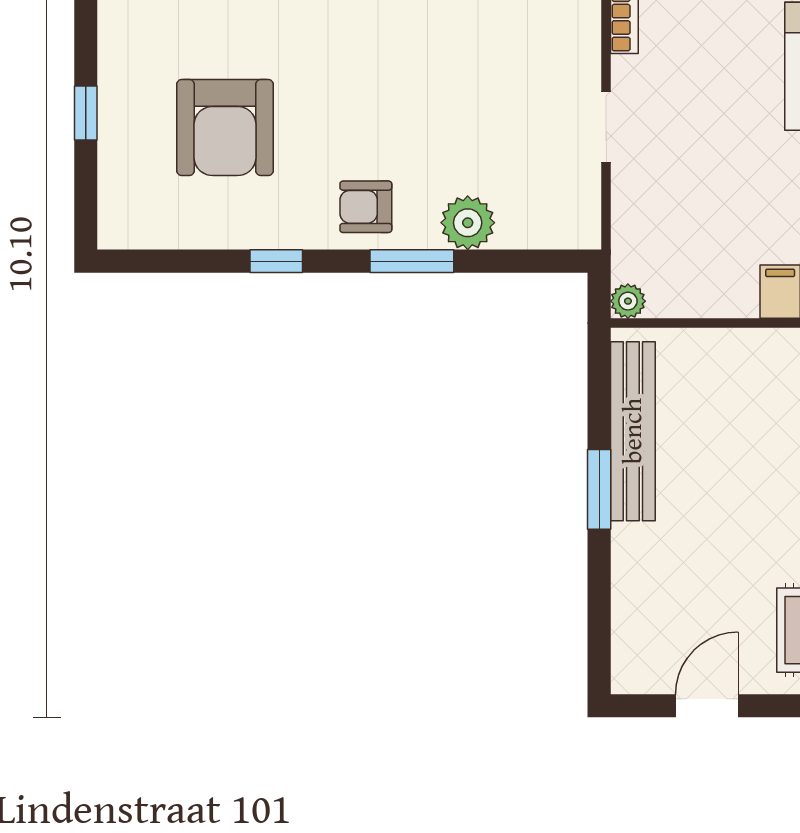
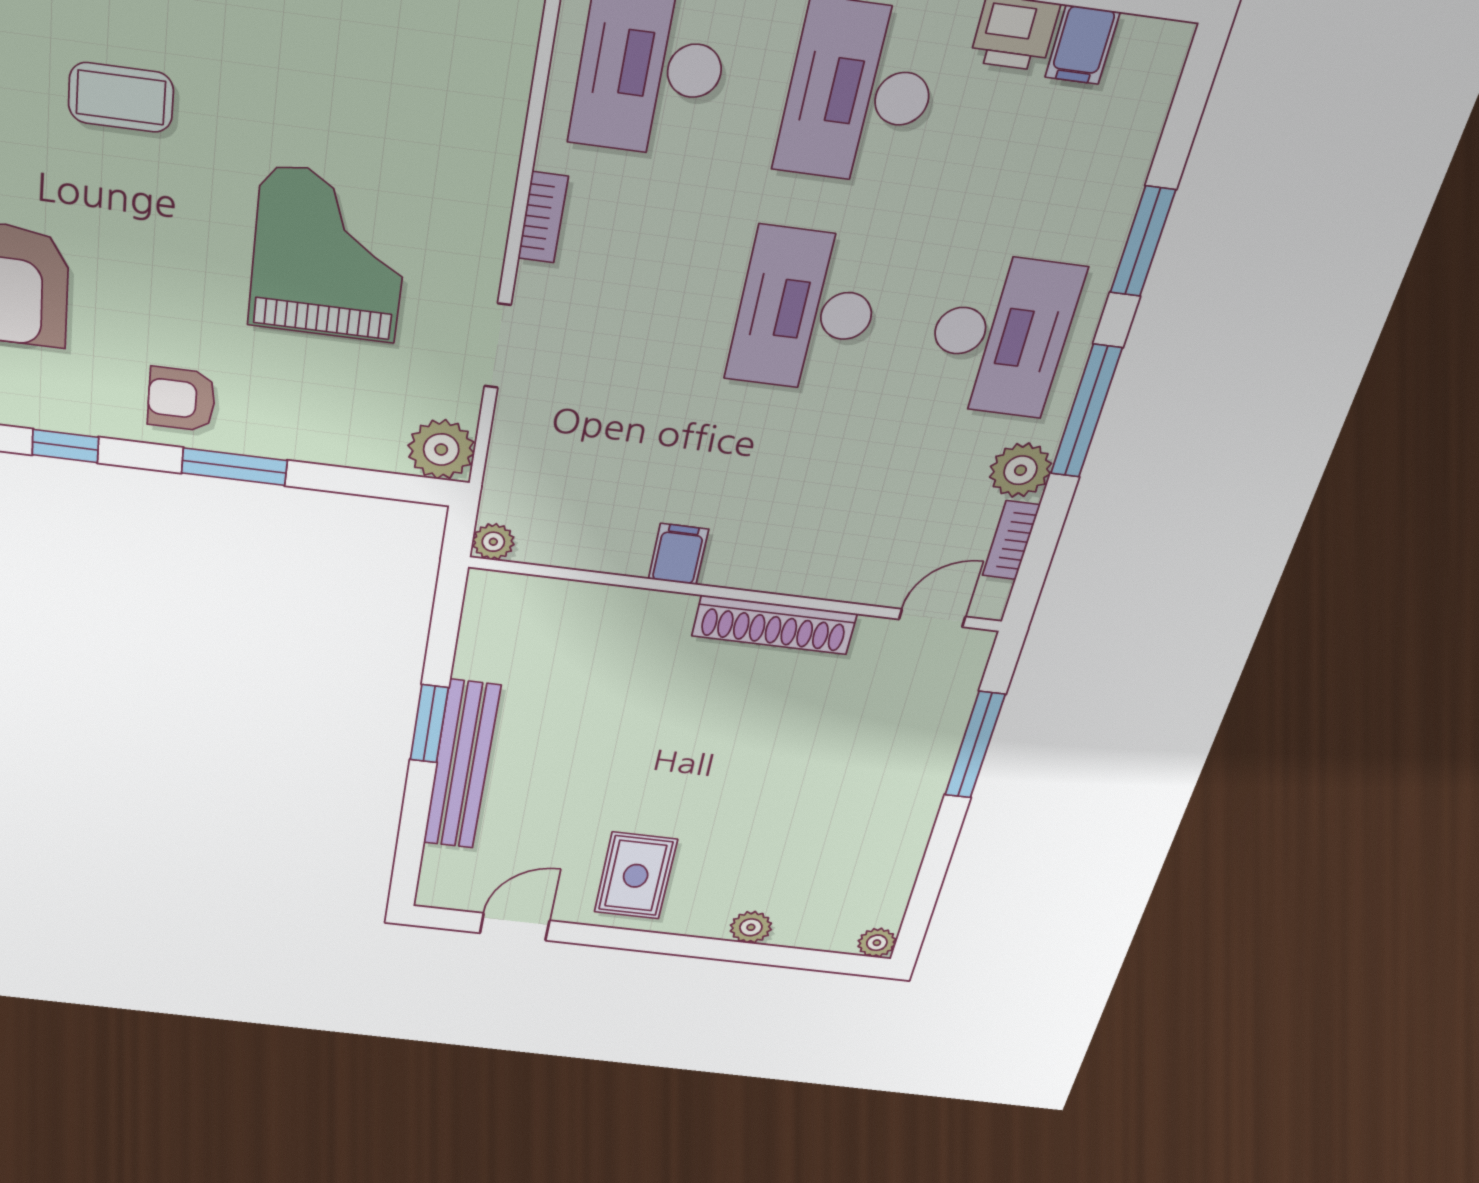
grand piano: (469, 70) -> (329, 255), added
plant: (468, 223) -> (441, 449), moved
bench: (633, 431) -> (461, 766), moved

